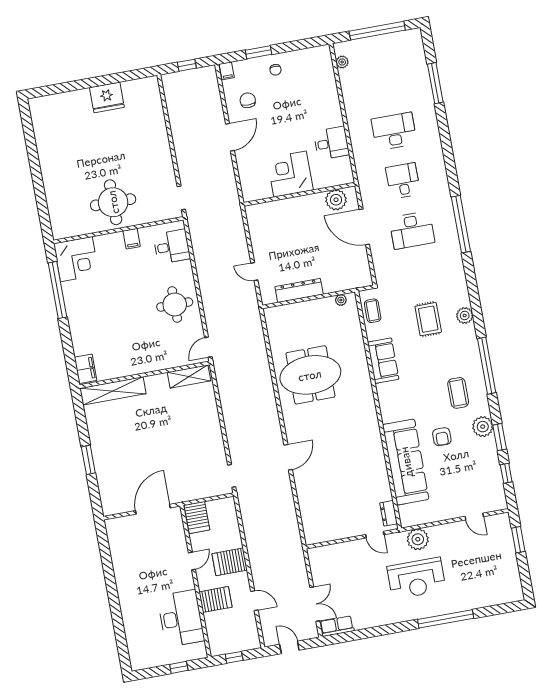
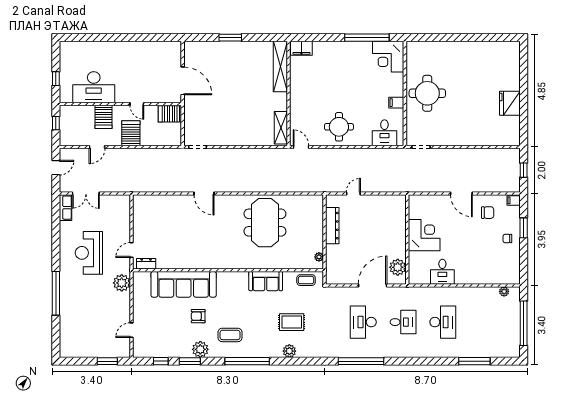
reception desk: (416, 578) -> (89, 253), moved

